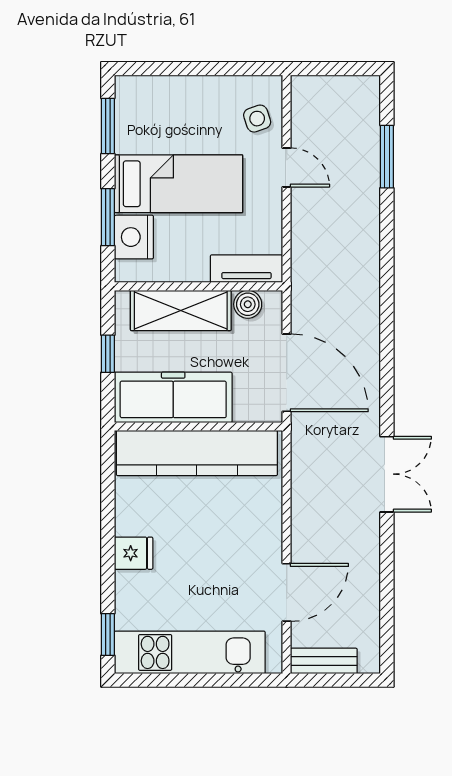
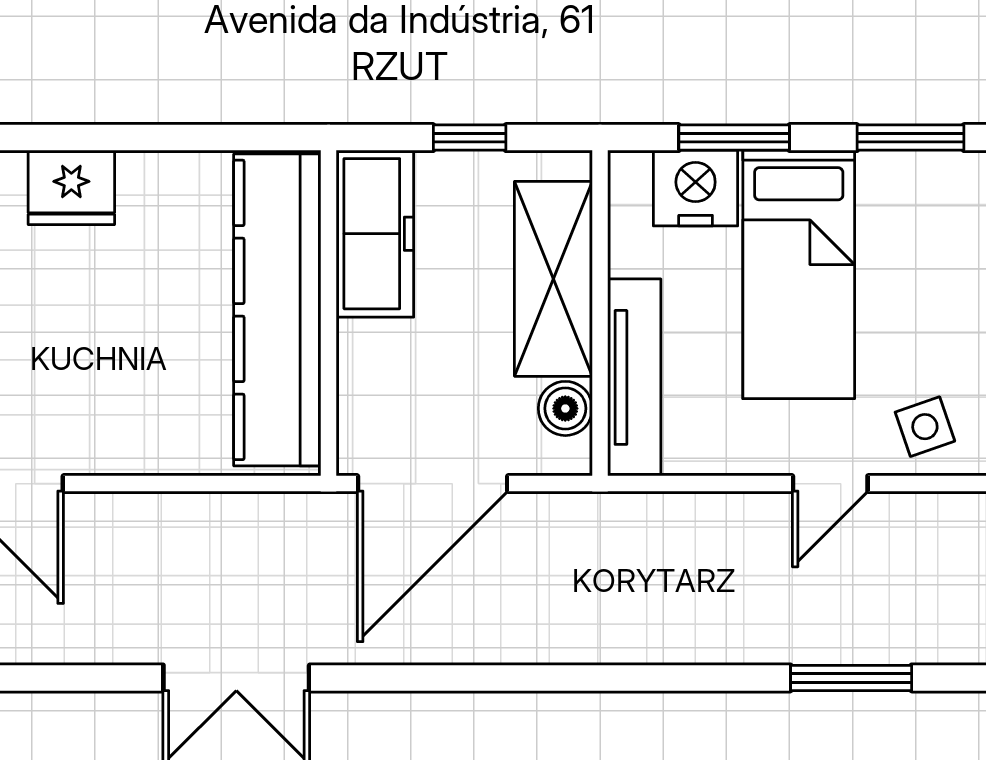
tv unit: (246, 269) -> (634, 377), width x1.41
freezer: (173, 397) -> (375, 234), width x0.73, depth x0.79
fridge: (134, 553) -> (71, 187), width x1.38

